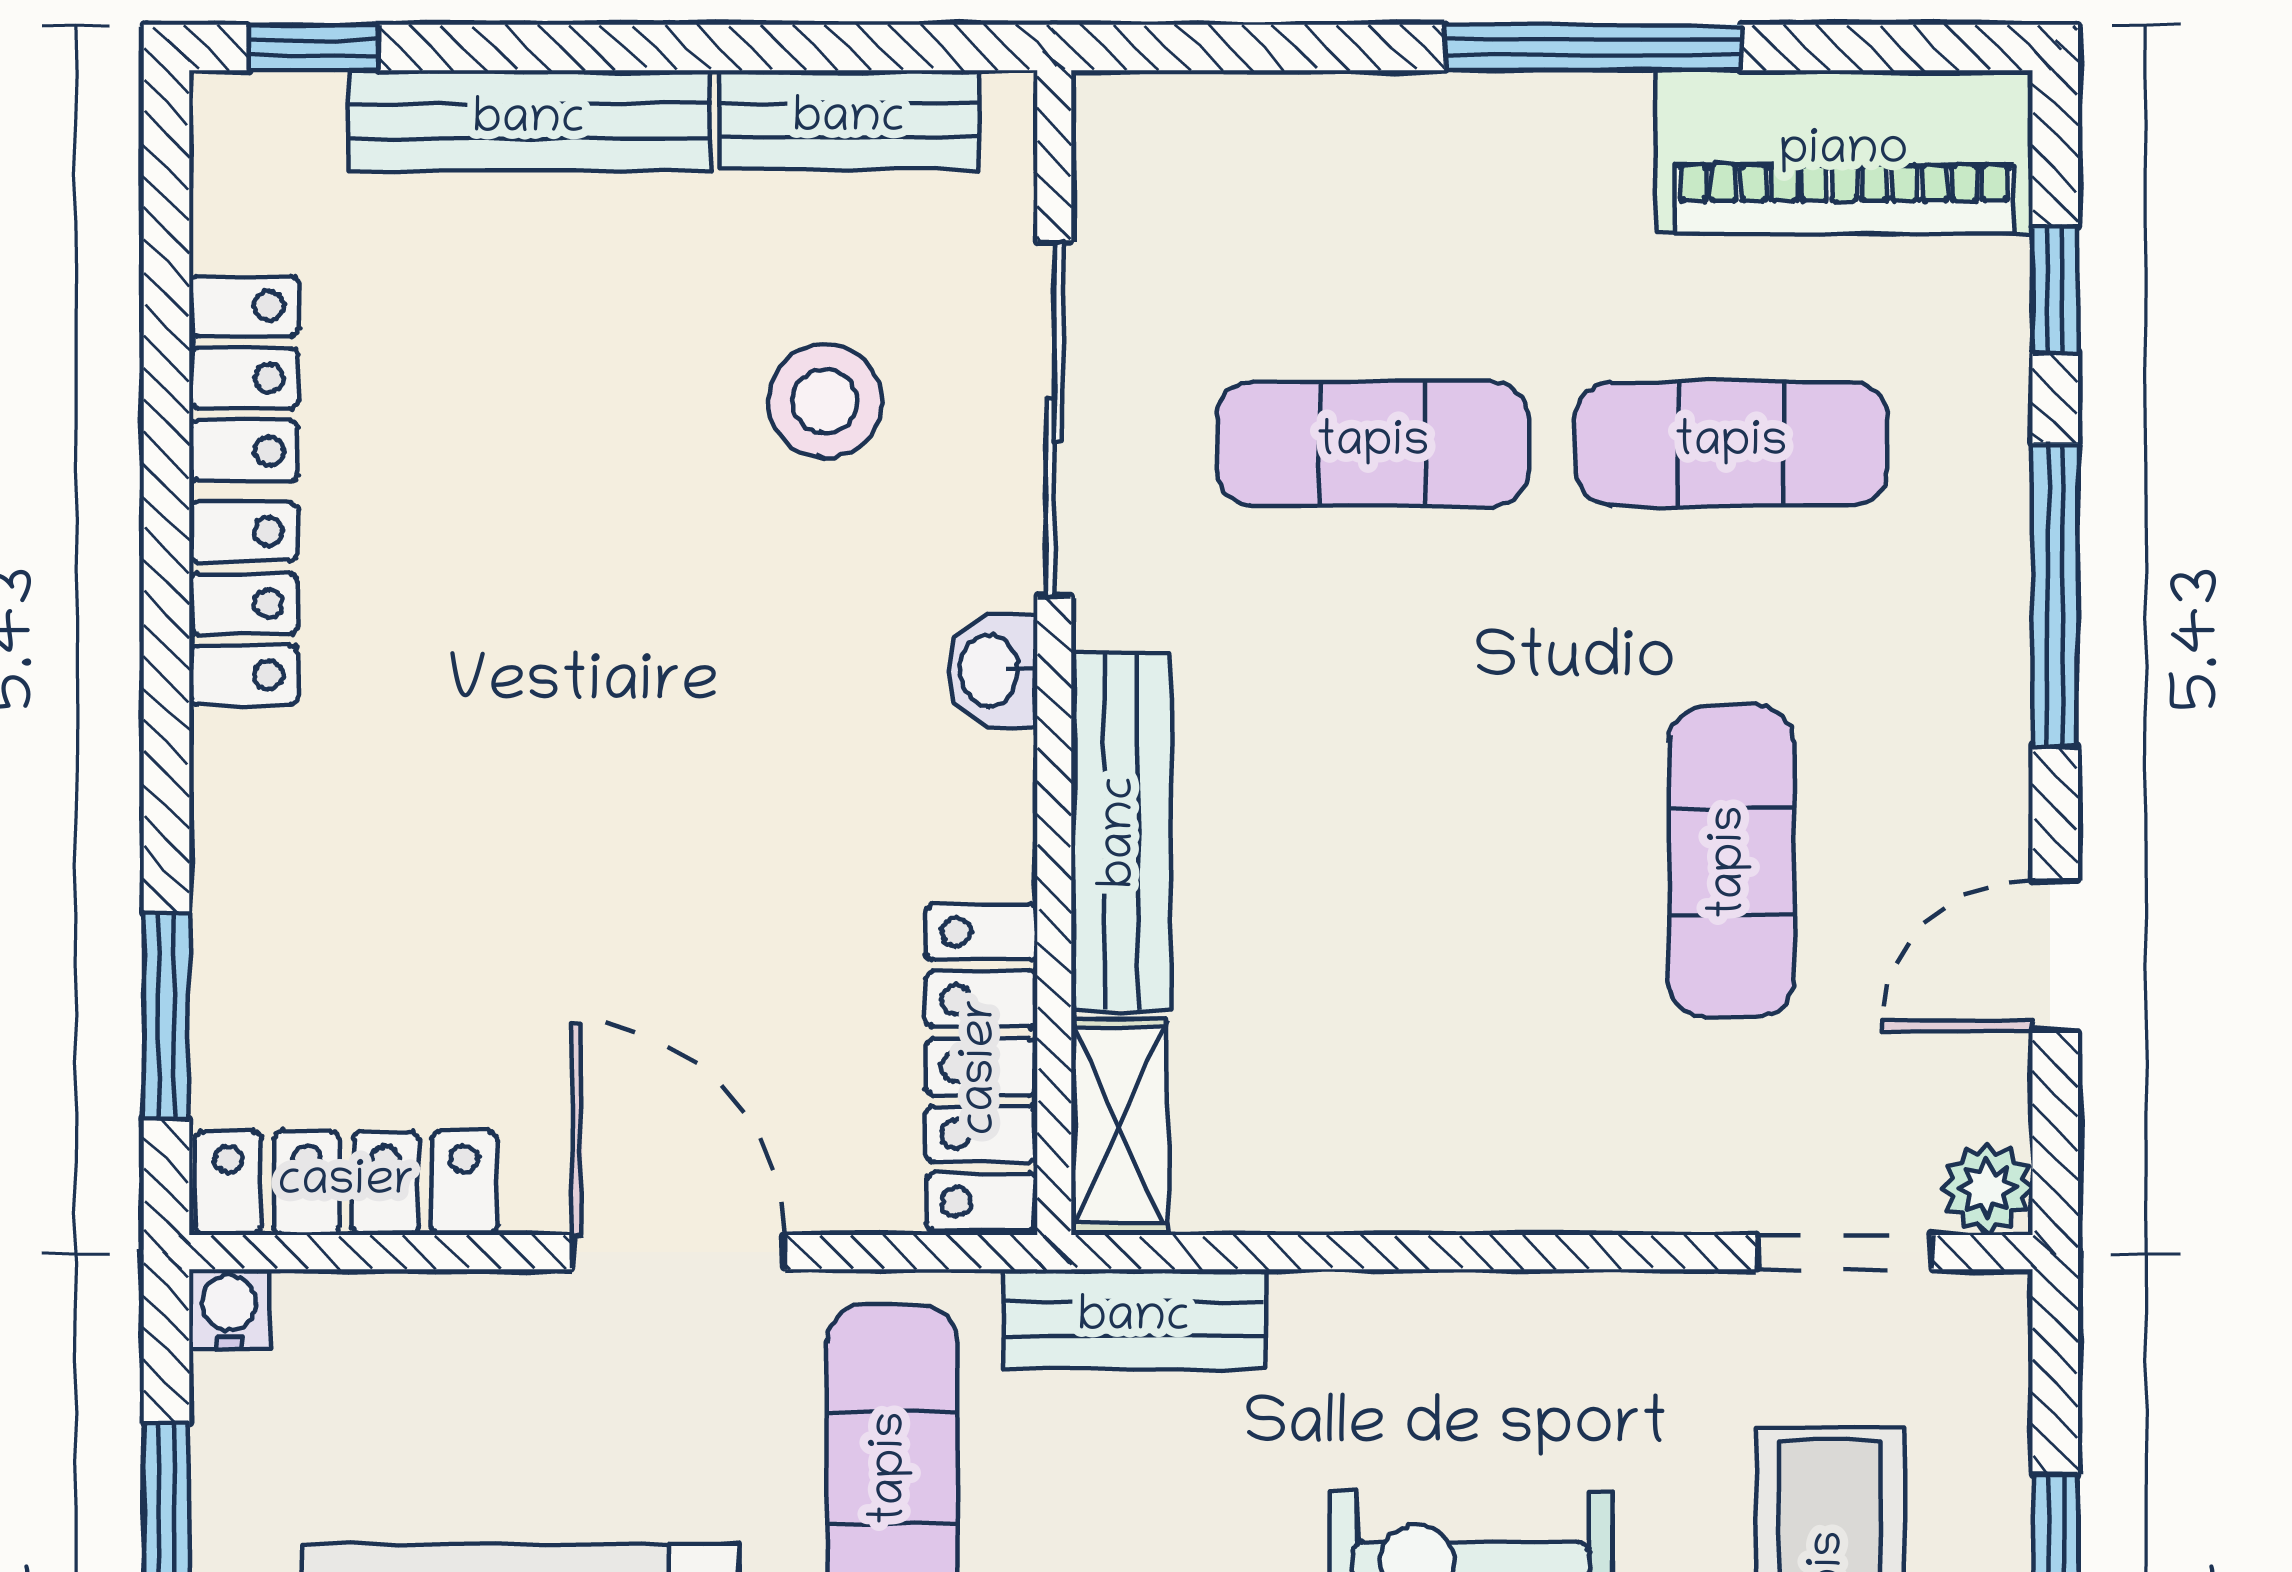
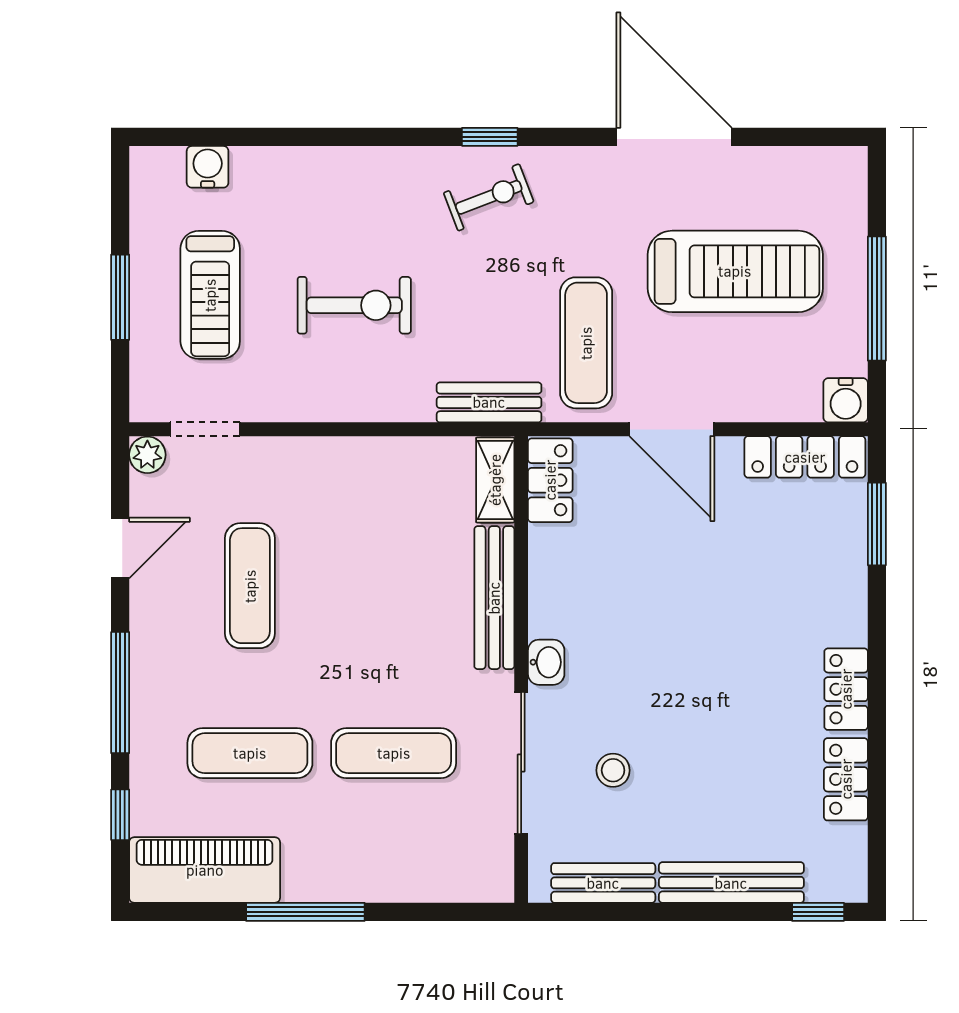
stool: (825, 401) -> (613, 770), width x0.73, depth x0.73
locker: (982, 1067) -> (550, 480), width x0.66
water cooler: (229, 1309) -> (846, 400), width x1.38, depth x1.38

